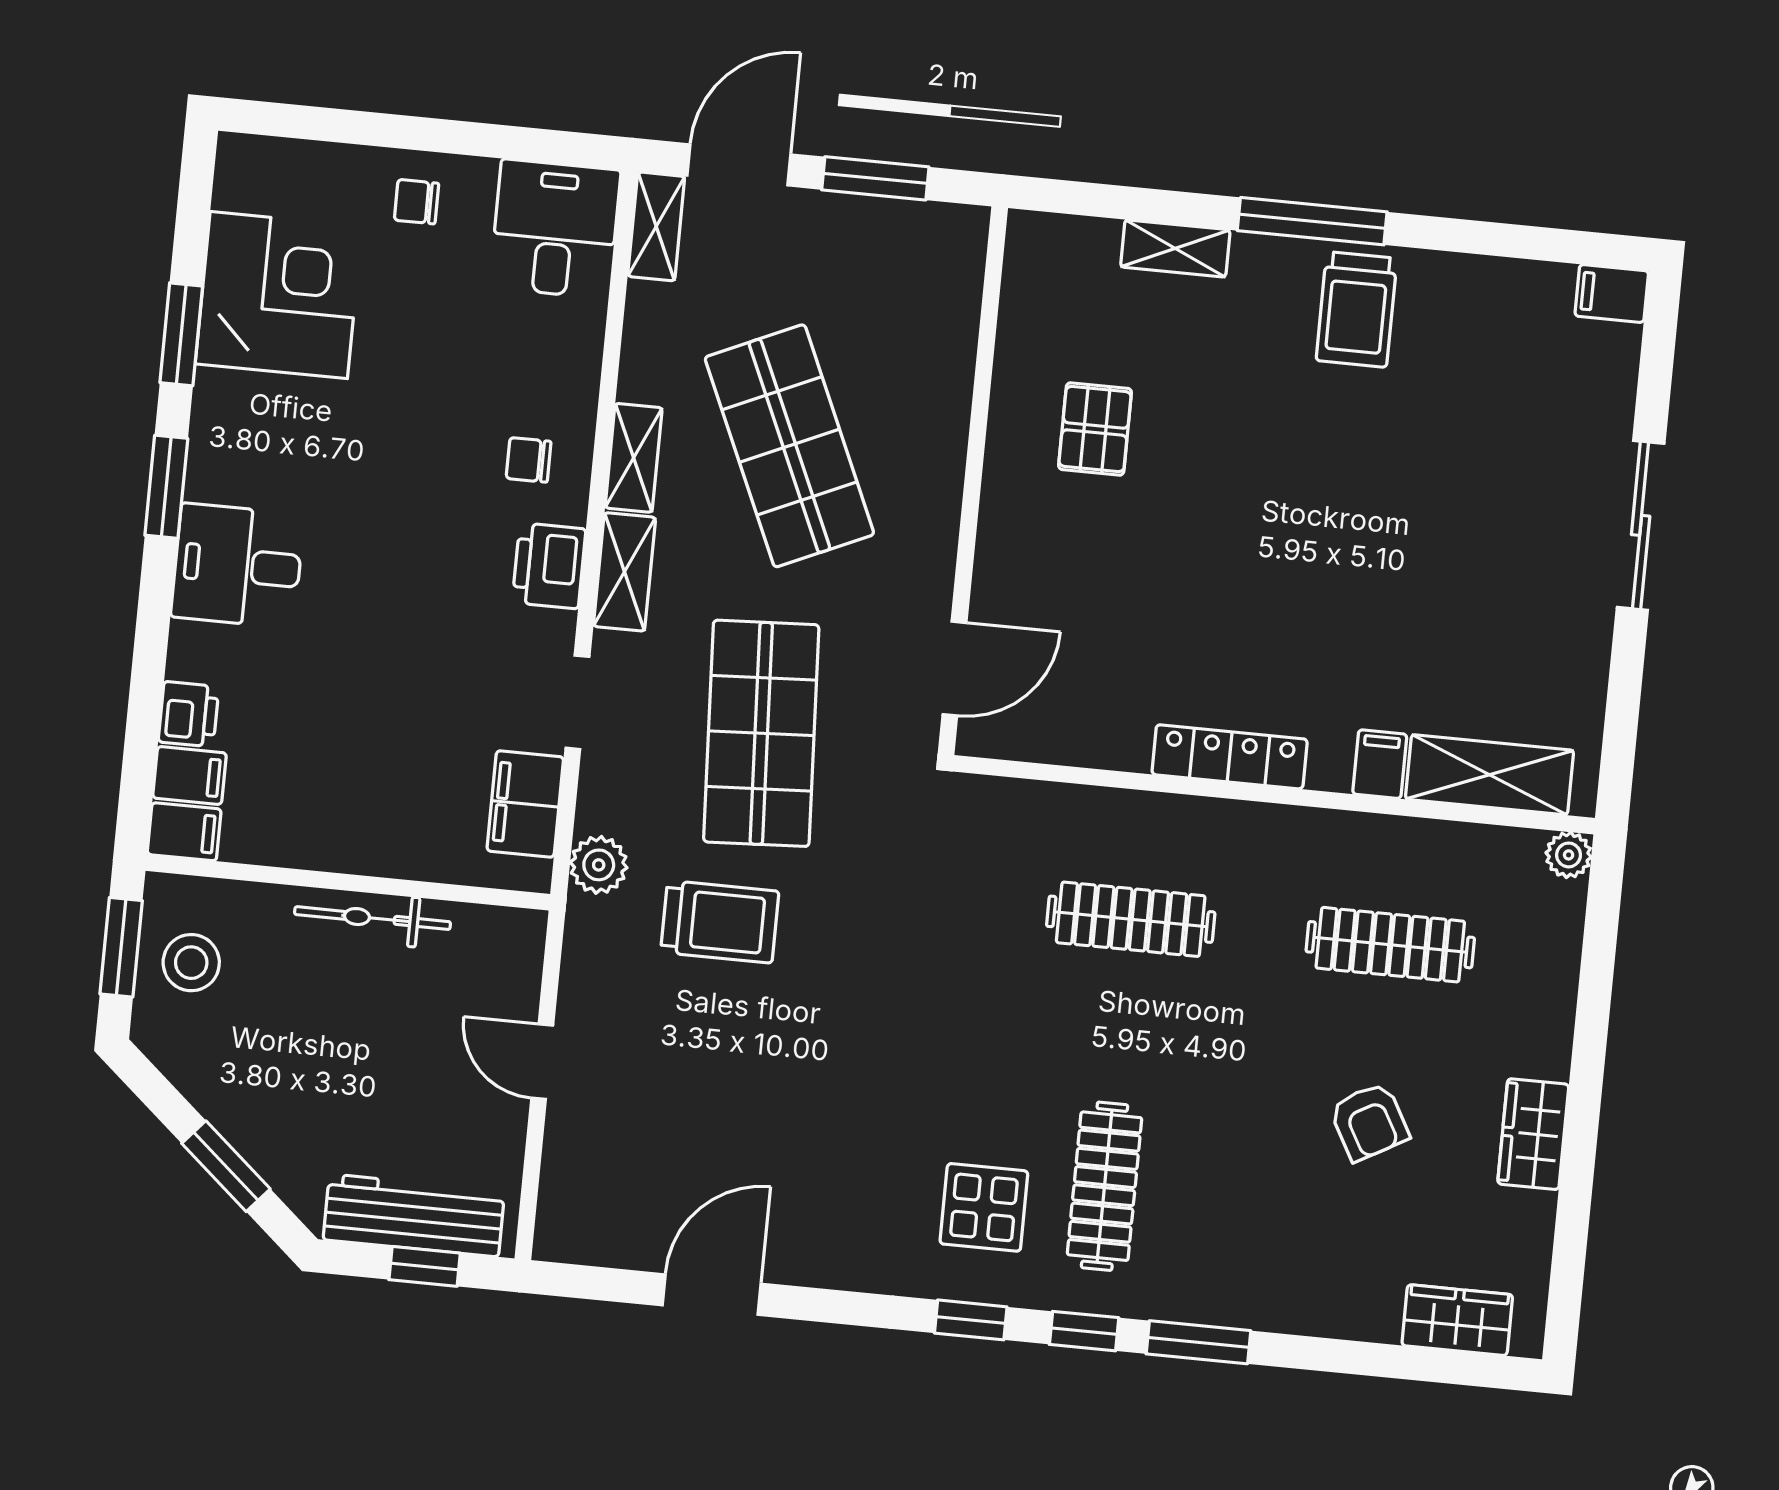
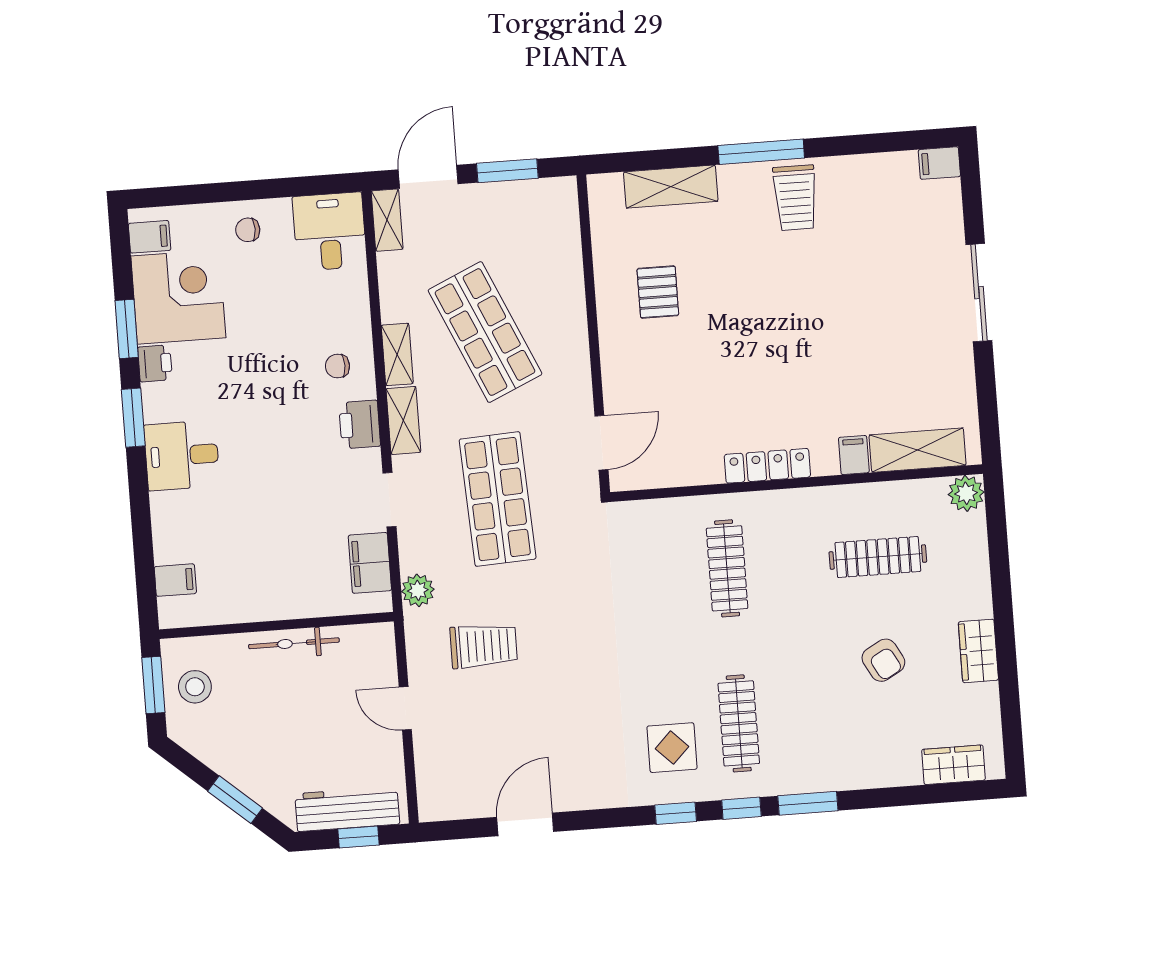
shelving: (1175, 248) -> (671, 187), width x1.50, depth x1.33
printer: (189, 714) -> (155, 363), moved
filing cabinet: (184, 832) -> (150, 237), moved
plant: (1569, 855) -> (966, 493), width x1.38, depth x1.38
clothes rail: (1131, 919) -> (727, 568), turned 90
trolley: (720, 922) -> (484, 646), moved

